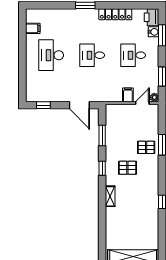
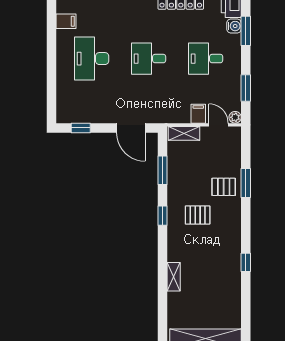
door: (142, 103) -> (219, 125), hinge flipped
shelving: (118, 109) -> (184, 133), added
shelving: (110, 196) -> (174, 277), moved

